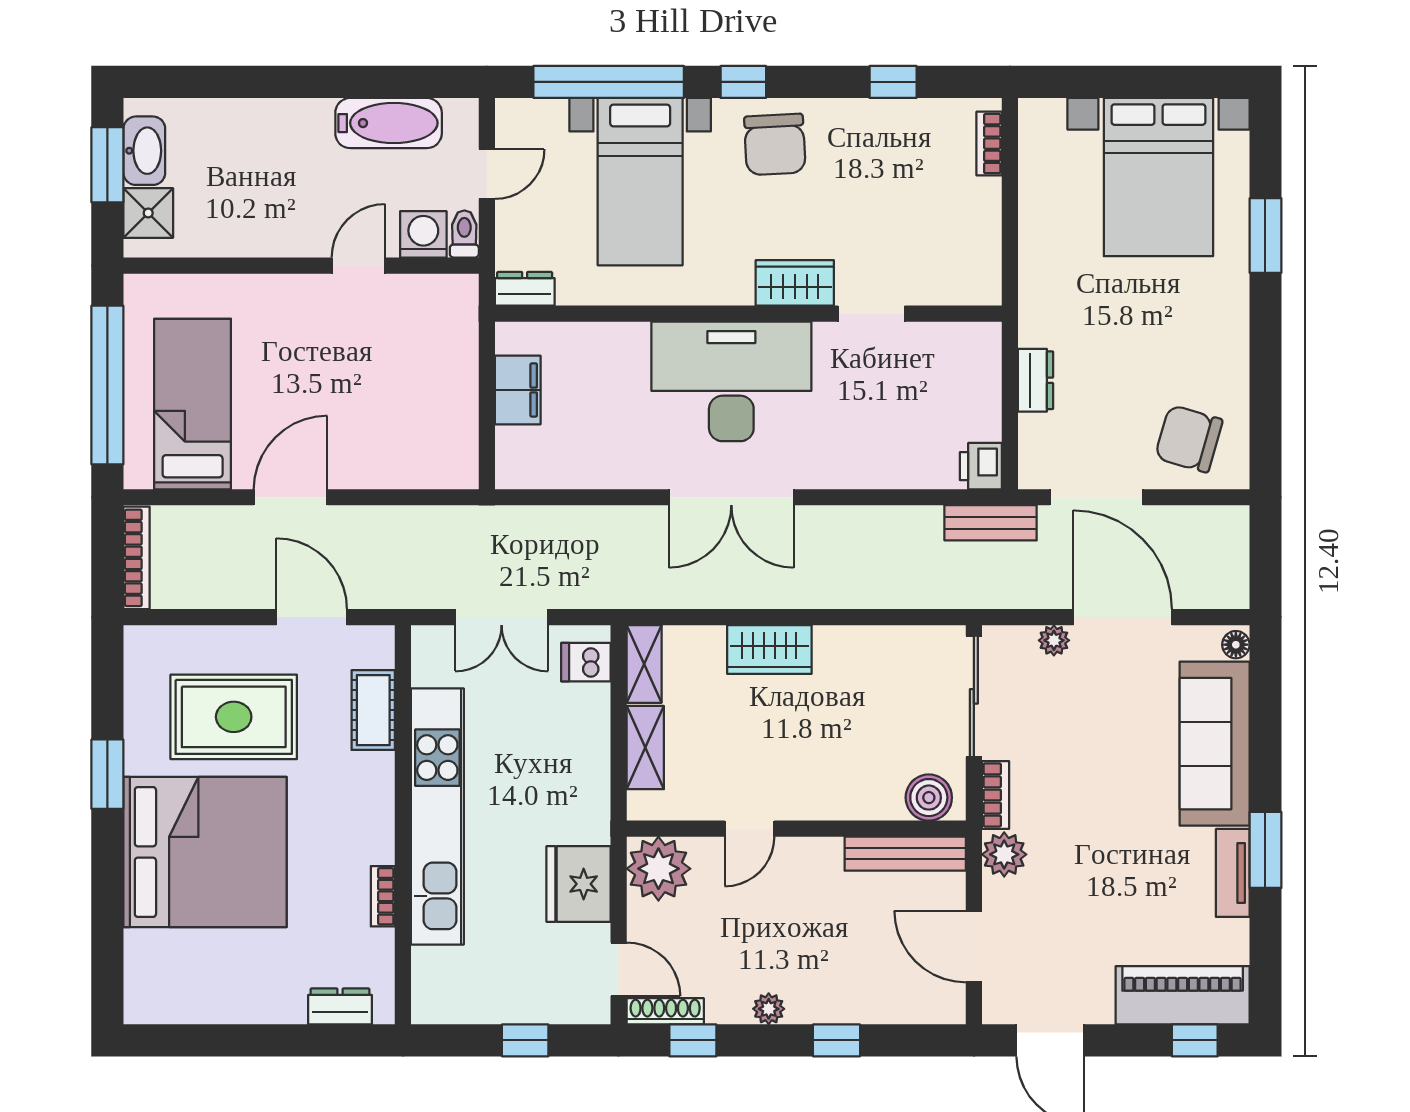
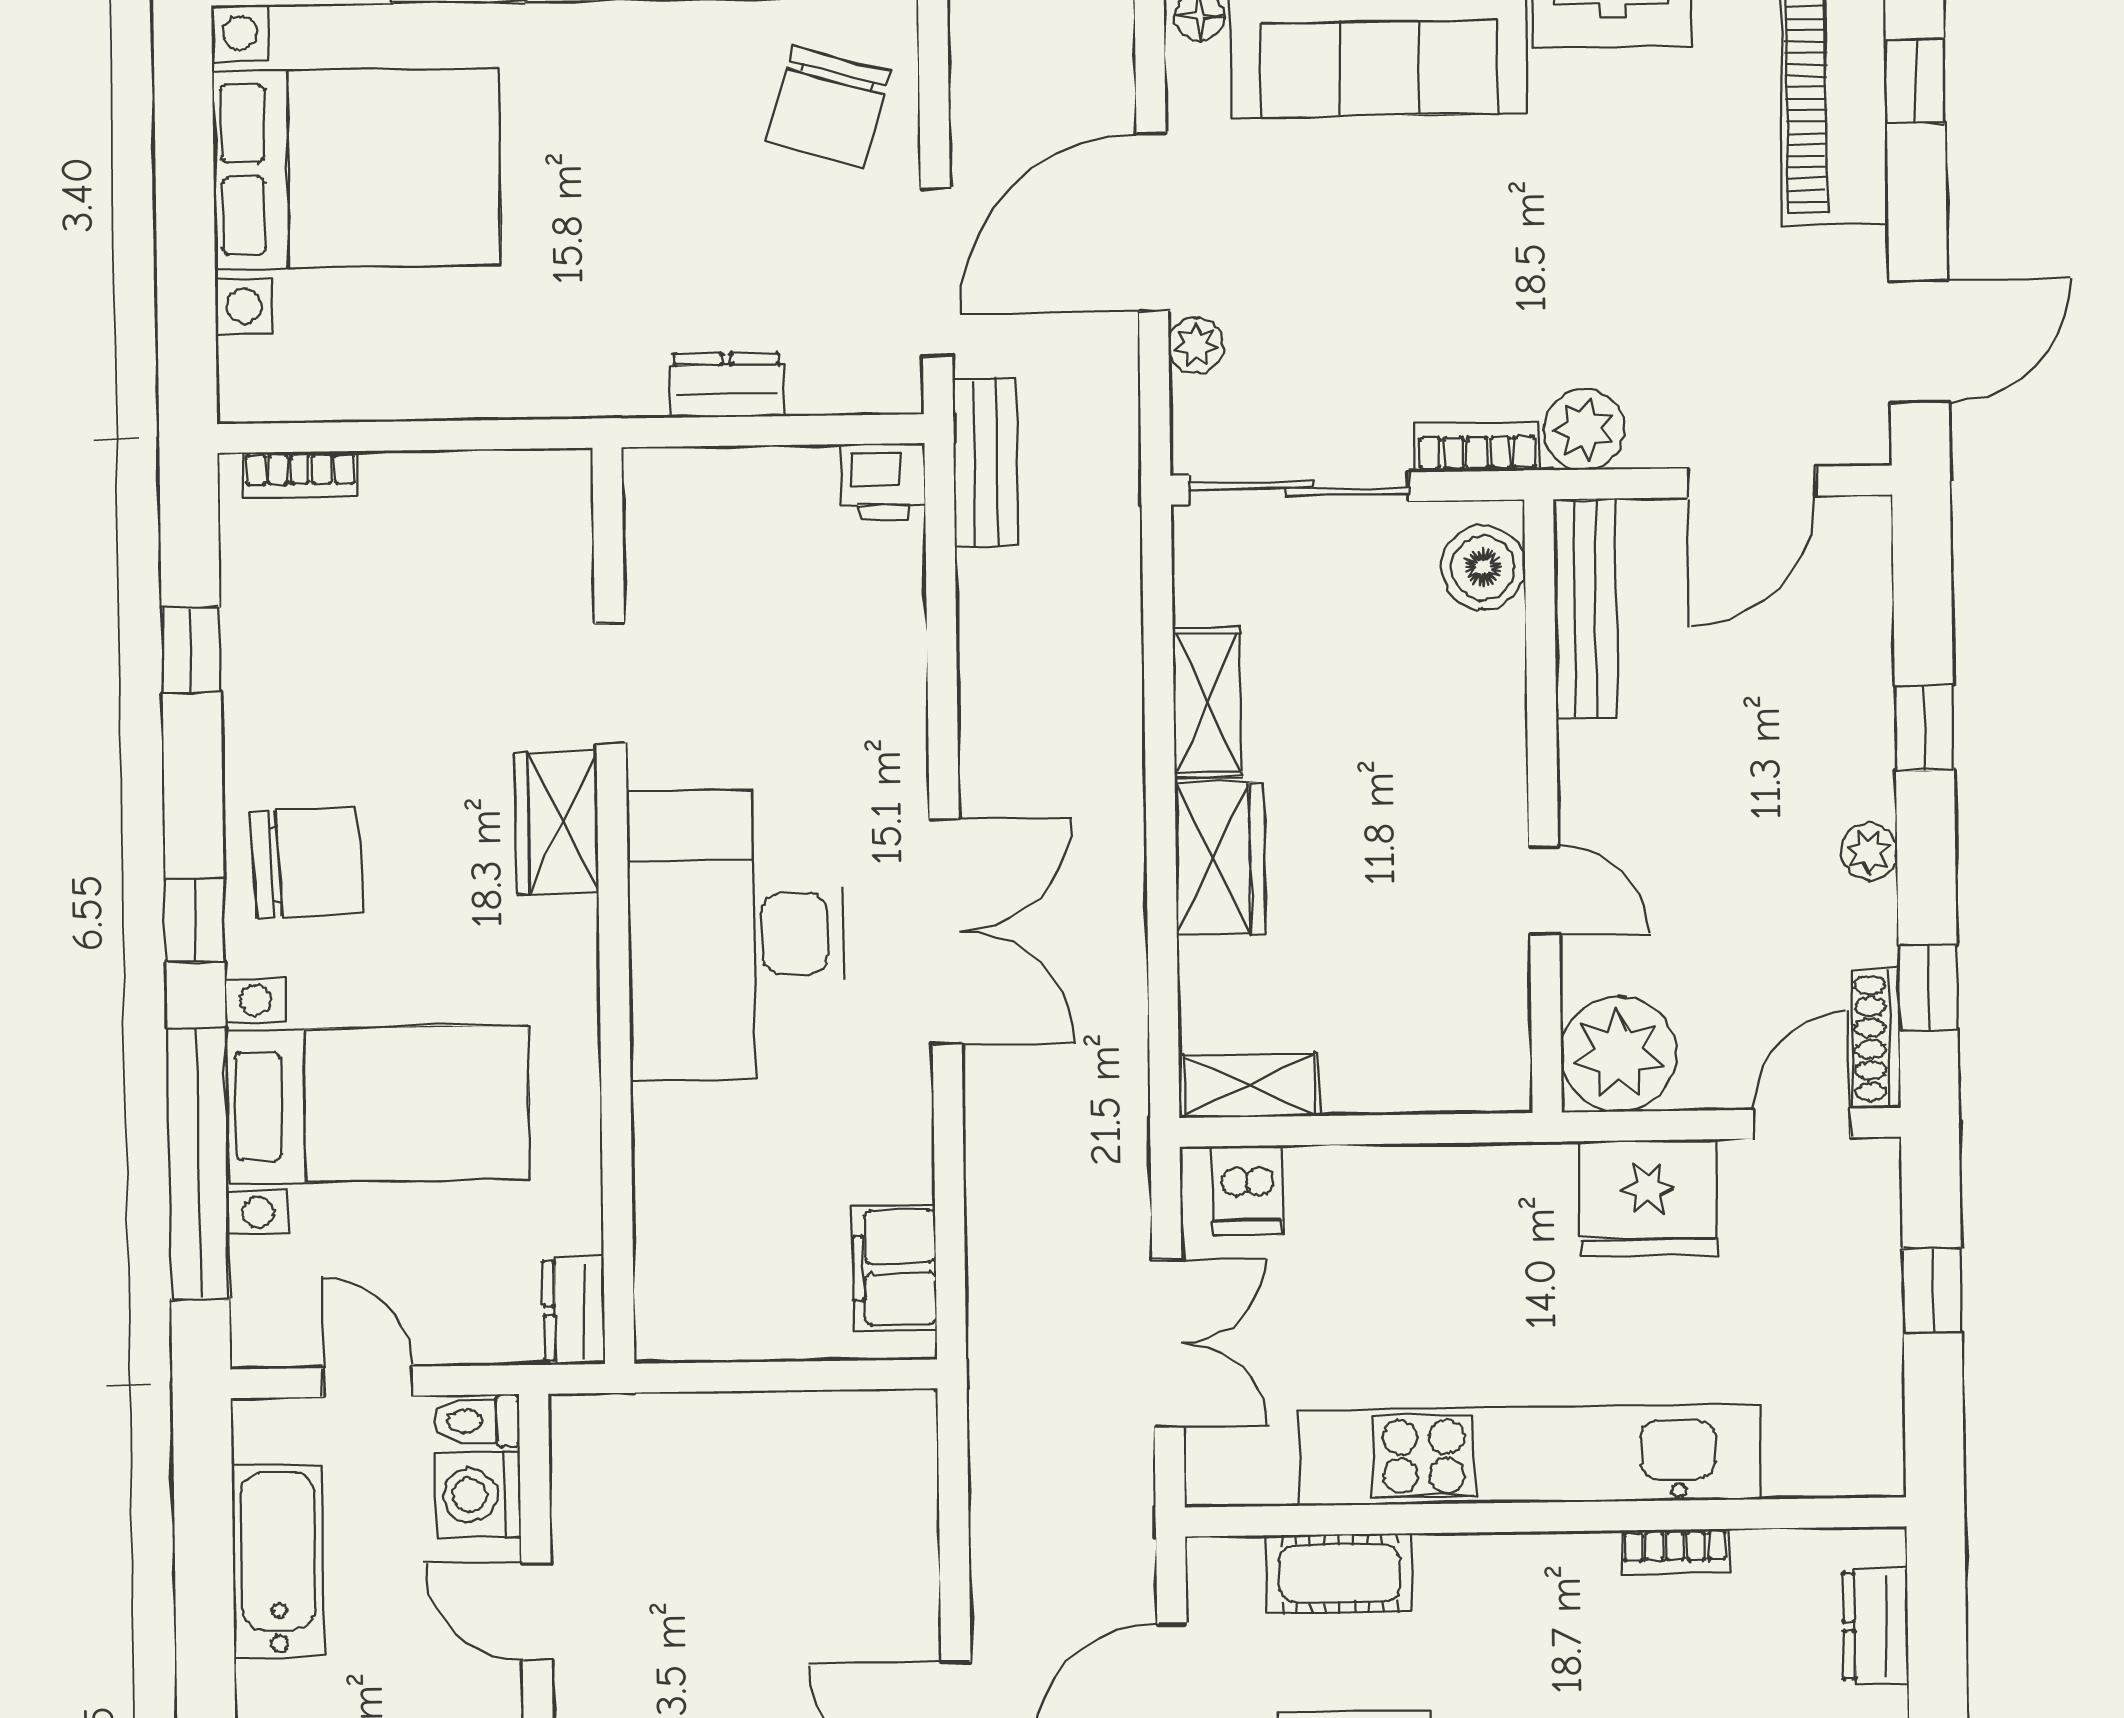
filing cabinet: (518, 390) -> (895, 1268), moved, turned -90
shelving: (645, 748) -> (1207, 702), moved, turned 90

